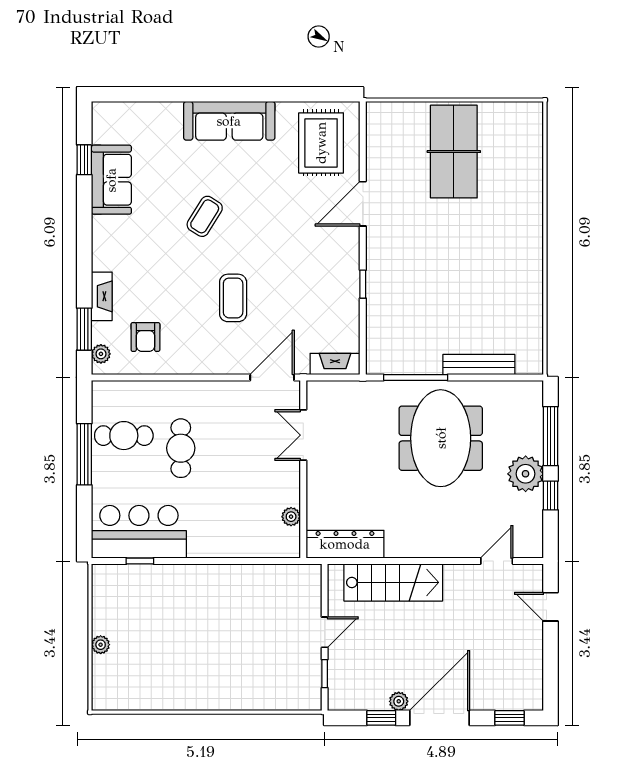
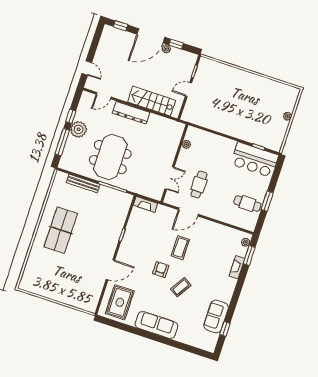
table tennis table: (454, 152) -> (61, 230), moved
armchair: (145, 337) -> (161, 270), moved
door: (272, 377) -> (188, 212), moved
cafe table: (181, 448) -> (199, 185), moved
window: (84, 454) -> (267, 201), width x0.69
dresser: (345, 544) -> (131, 113), moved

